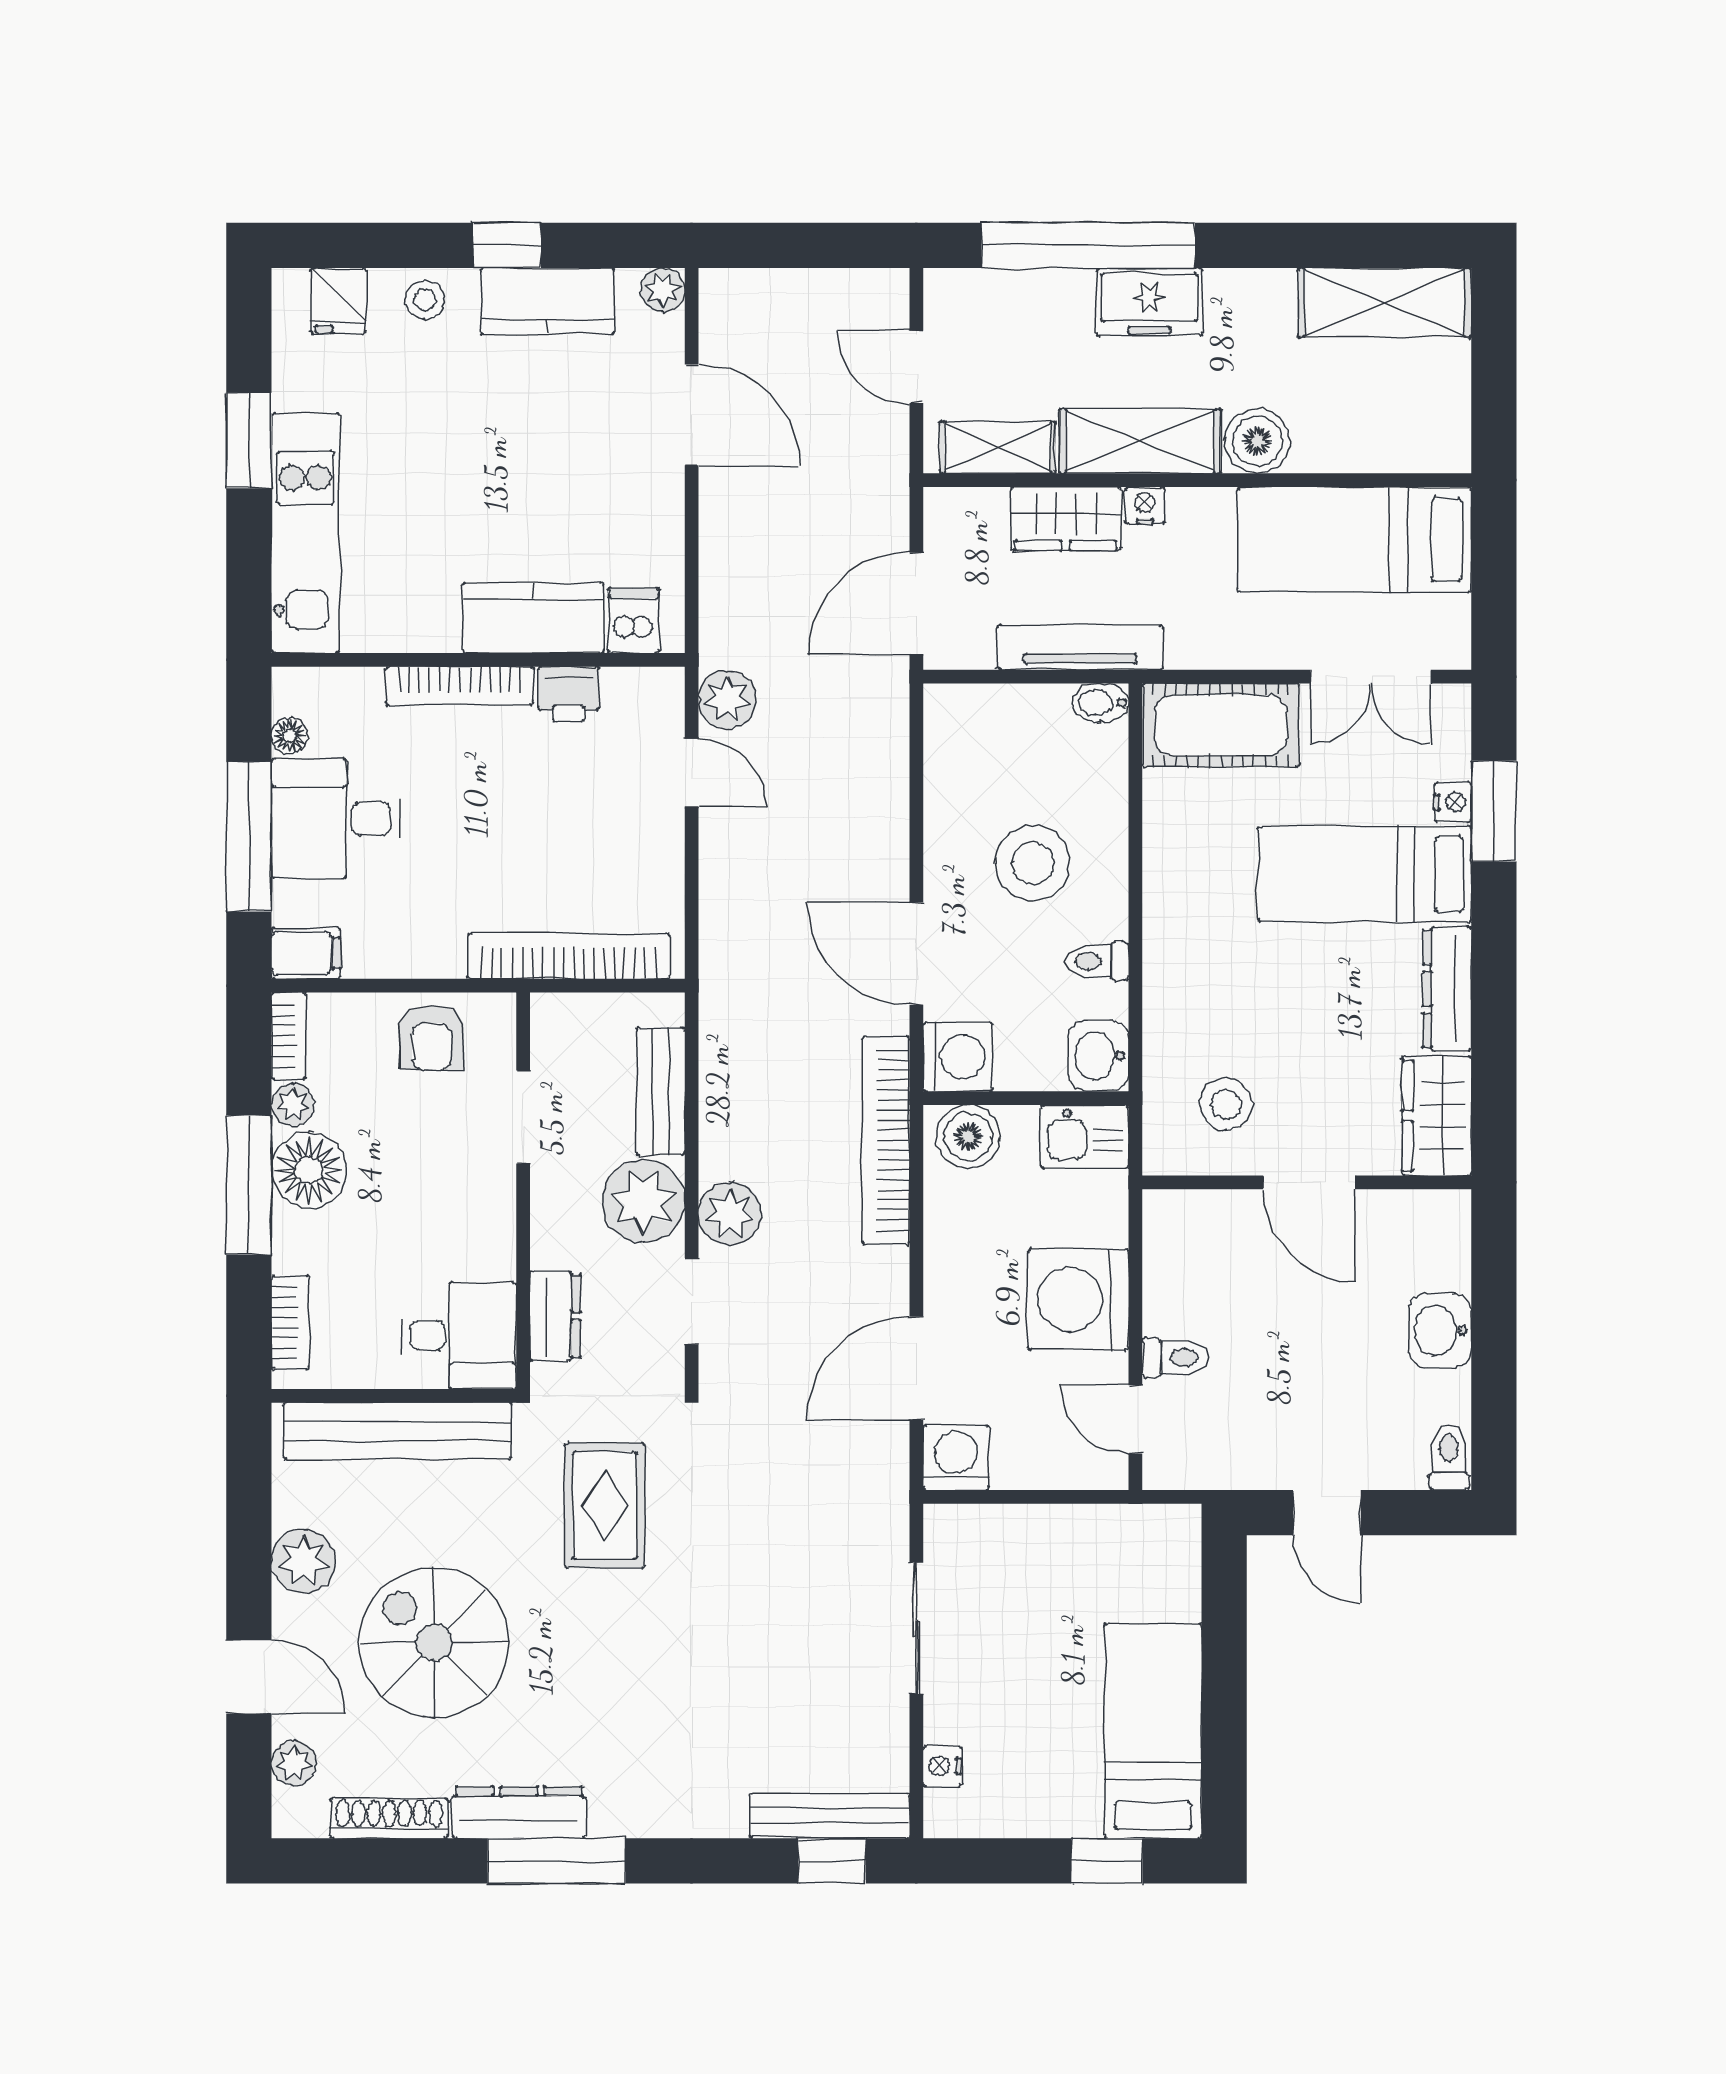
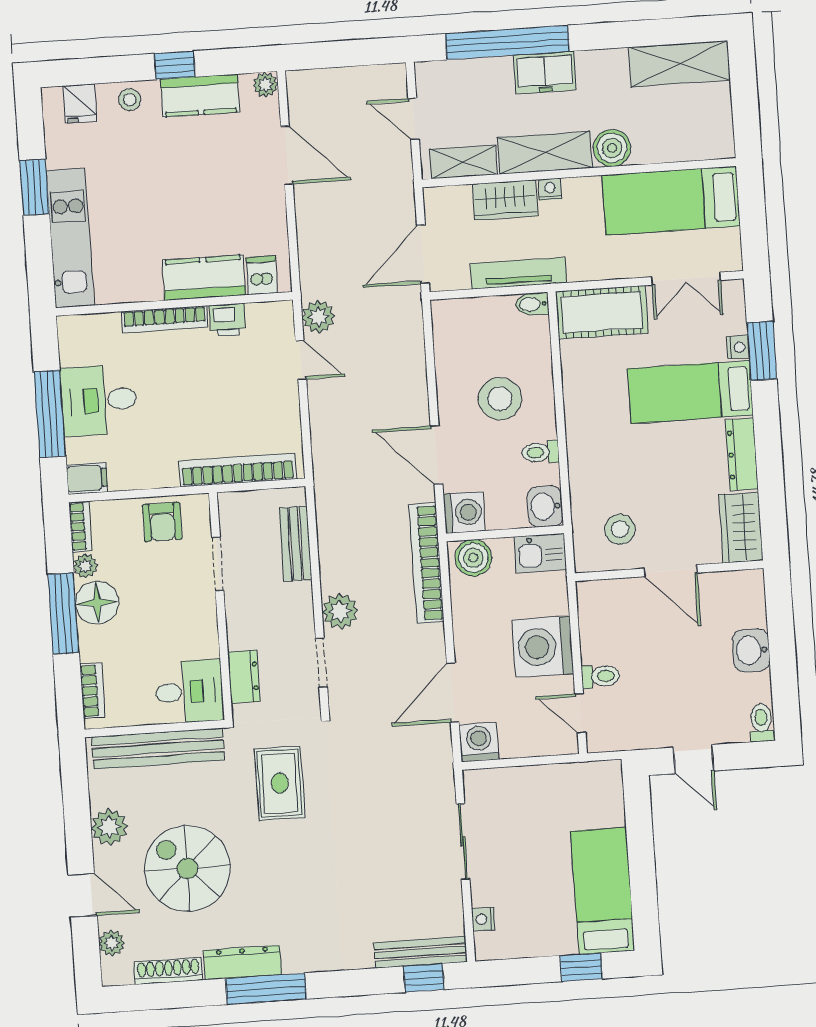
floor lamp: (290, 736) -> (69, 355), removed
plant: (643, 1201) -> (290, 607), removed

